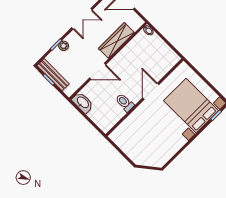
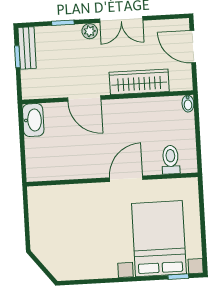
plant: (64, 46) -> (90, 31), moved
bench: (53, 75) -> (27, 48), width x0.73
toilet: (125, 103) -> (171, 160), moved

